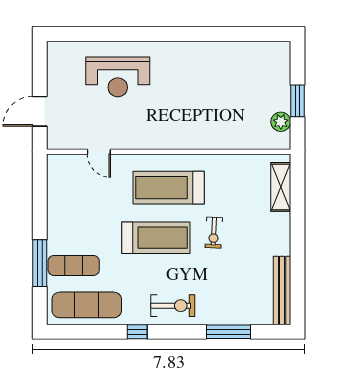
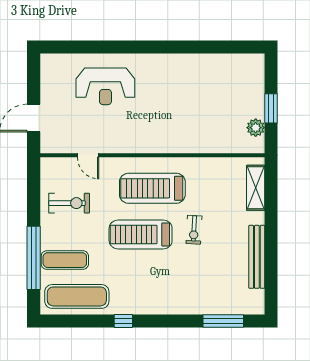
treadmill: (156, 238) -> (141, 234), turned 180
window: (40, 263) -> (34, 258), width x1.46
bench: (282, 290) -> (257, 257), moved
exercise bike: (173, 306) -> (69, 203), moved
window: (228, 332) -> (223, 321), moved

